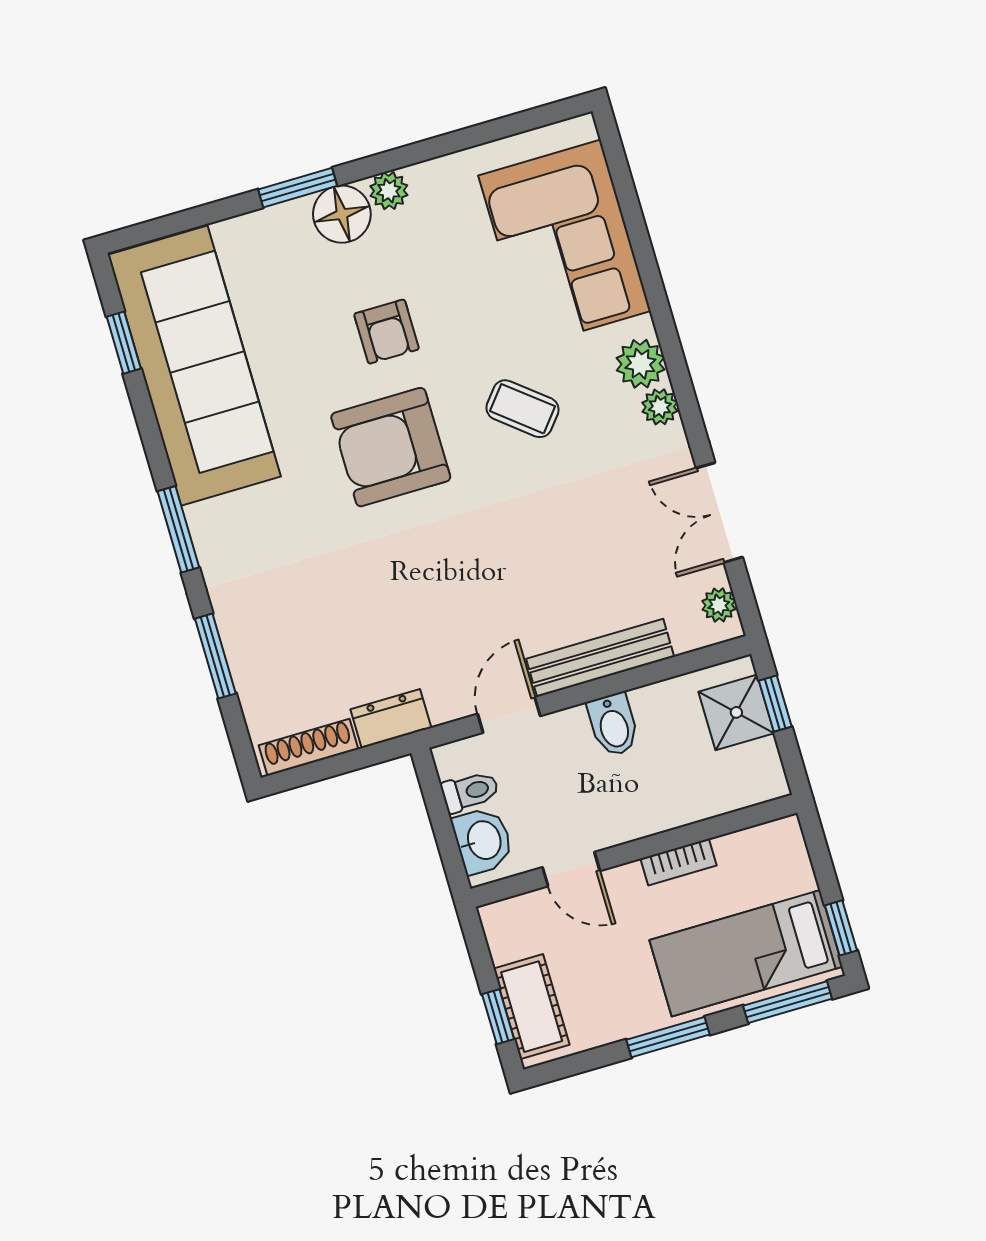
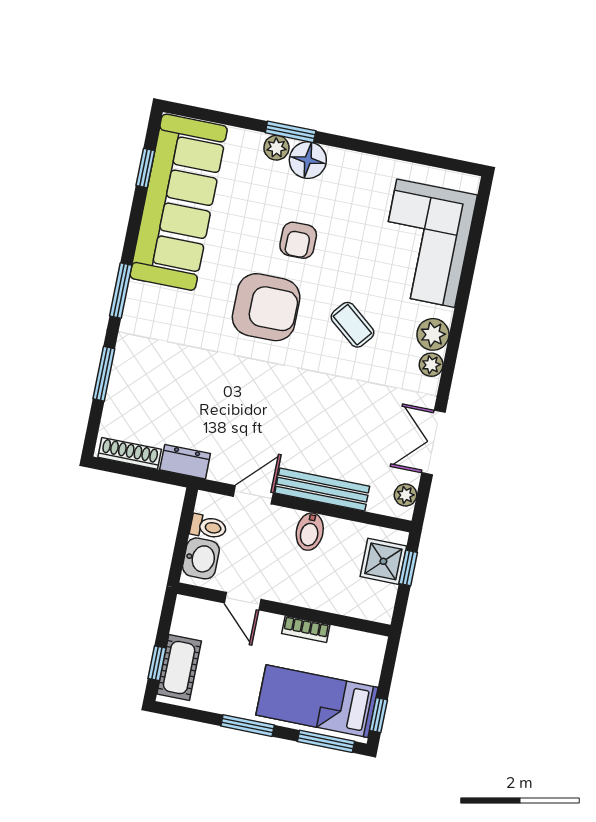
plant: (389, 191) -> (276, 148), moved
armchair: (391, 447) -> (266, 307), turned 180

